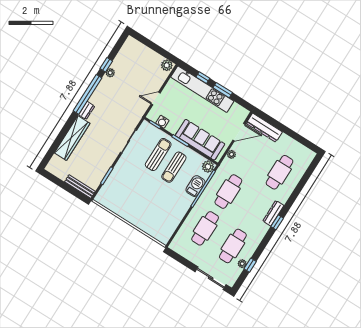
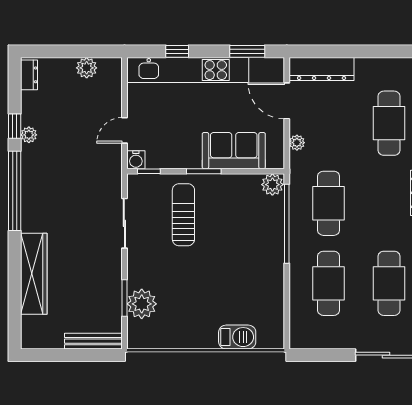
plant: (167, 65) -> (87, 68), moved
window: (223, 90) -> (247, 51), moved
dresser: (87, 110) -> (29, 75), moved
water cooler: (162, 122) -> (136, 160), moved
door: (239, 132) -> (287, 101), swing flipped
sofa: (200, 140) -> (234, 151), width x0.73
sun lounger: (174, 167) -> (220, 219), removed
plant: (113, 183) -> (142, 304), added
barbecue: (196, 186) -> (237, 337), moved, turned 90

